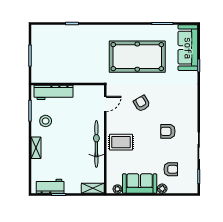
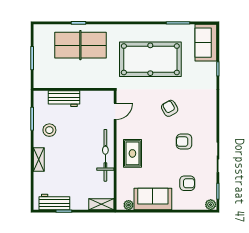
table tennis table: (74, 44) -> (80, 45), added
sofa: (188, 48) -> (206, 43), width x0.73
workbench: (54, 92) -> (64, 99), width x0.73
armchair: (142, 103) -> (170, 108), moved
rug: (121, 142) -> (132, 153), turned 90
plant: (162, 189) -> (211, 205), moved

